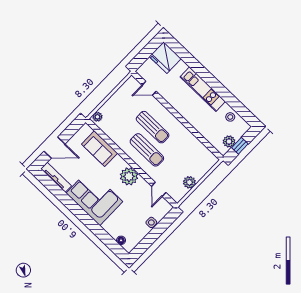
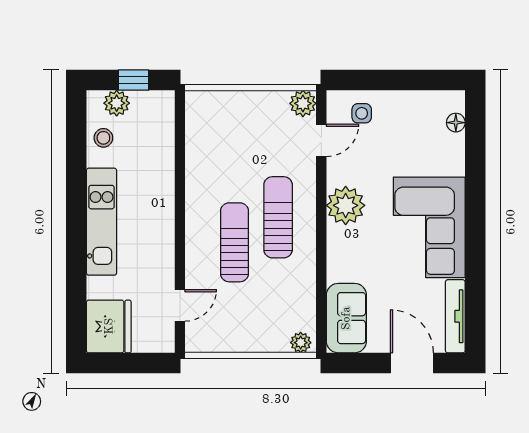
door: (149, 88) -> (180, 305), hinge flipped
plant: (229, 142) -> (117, 103), moved
sofa: (100, 149) -> (346, 318), moved
plant: (189, 182) -> (303, 103), moved
side table: (151, 222) -> (362, 113), moved

